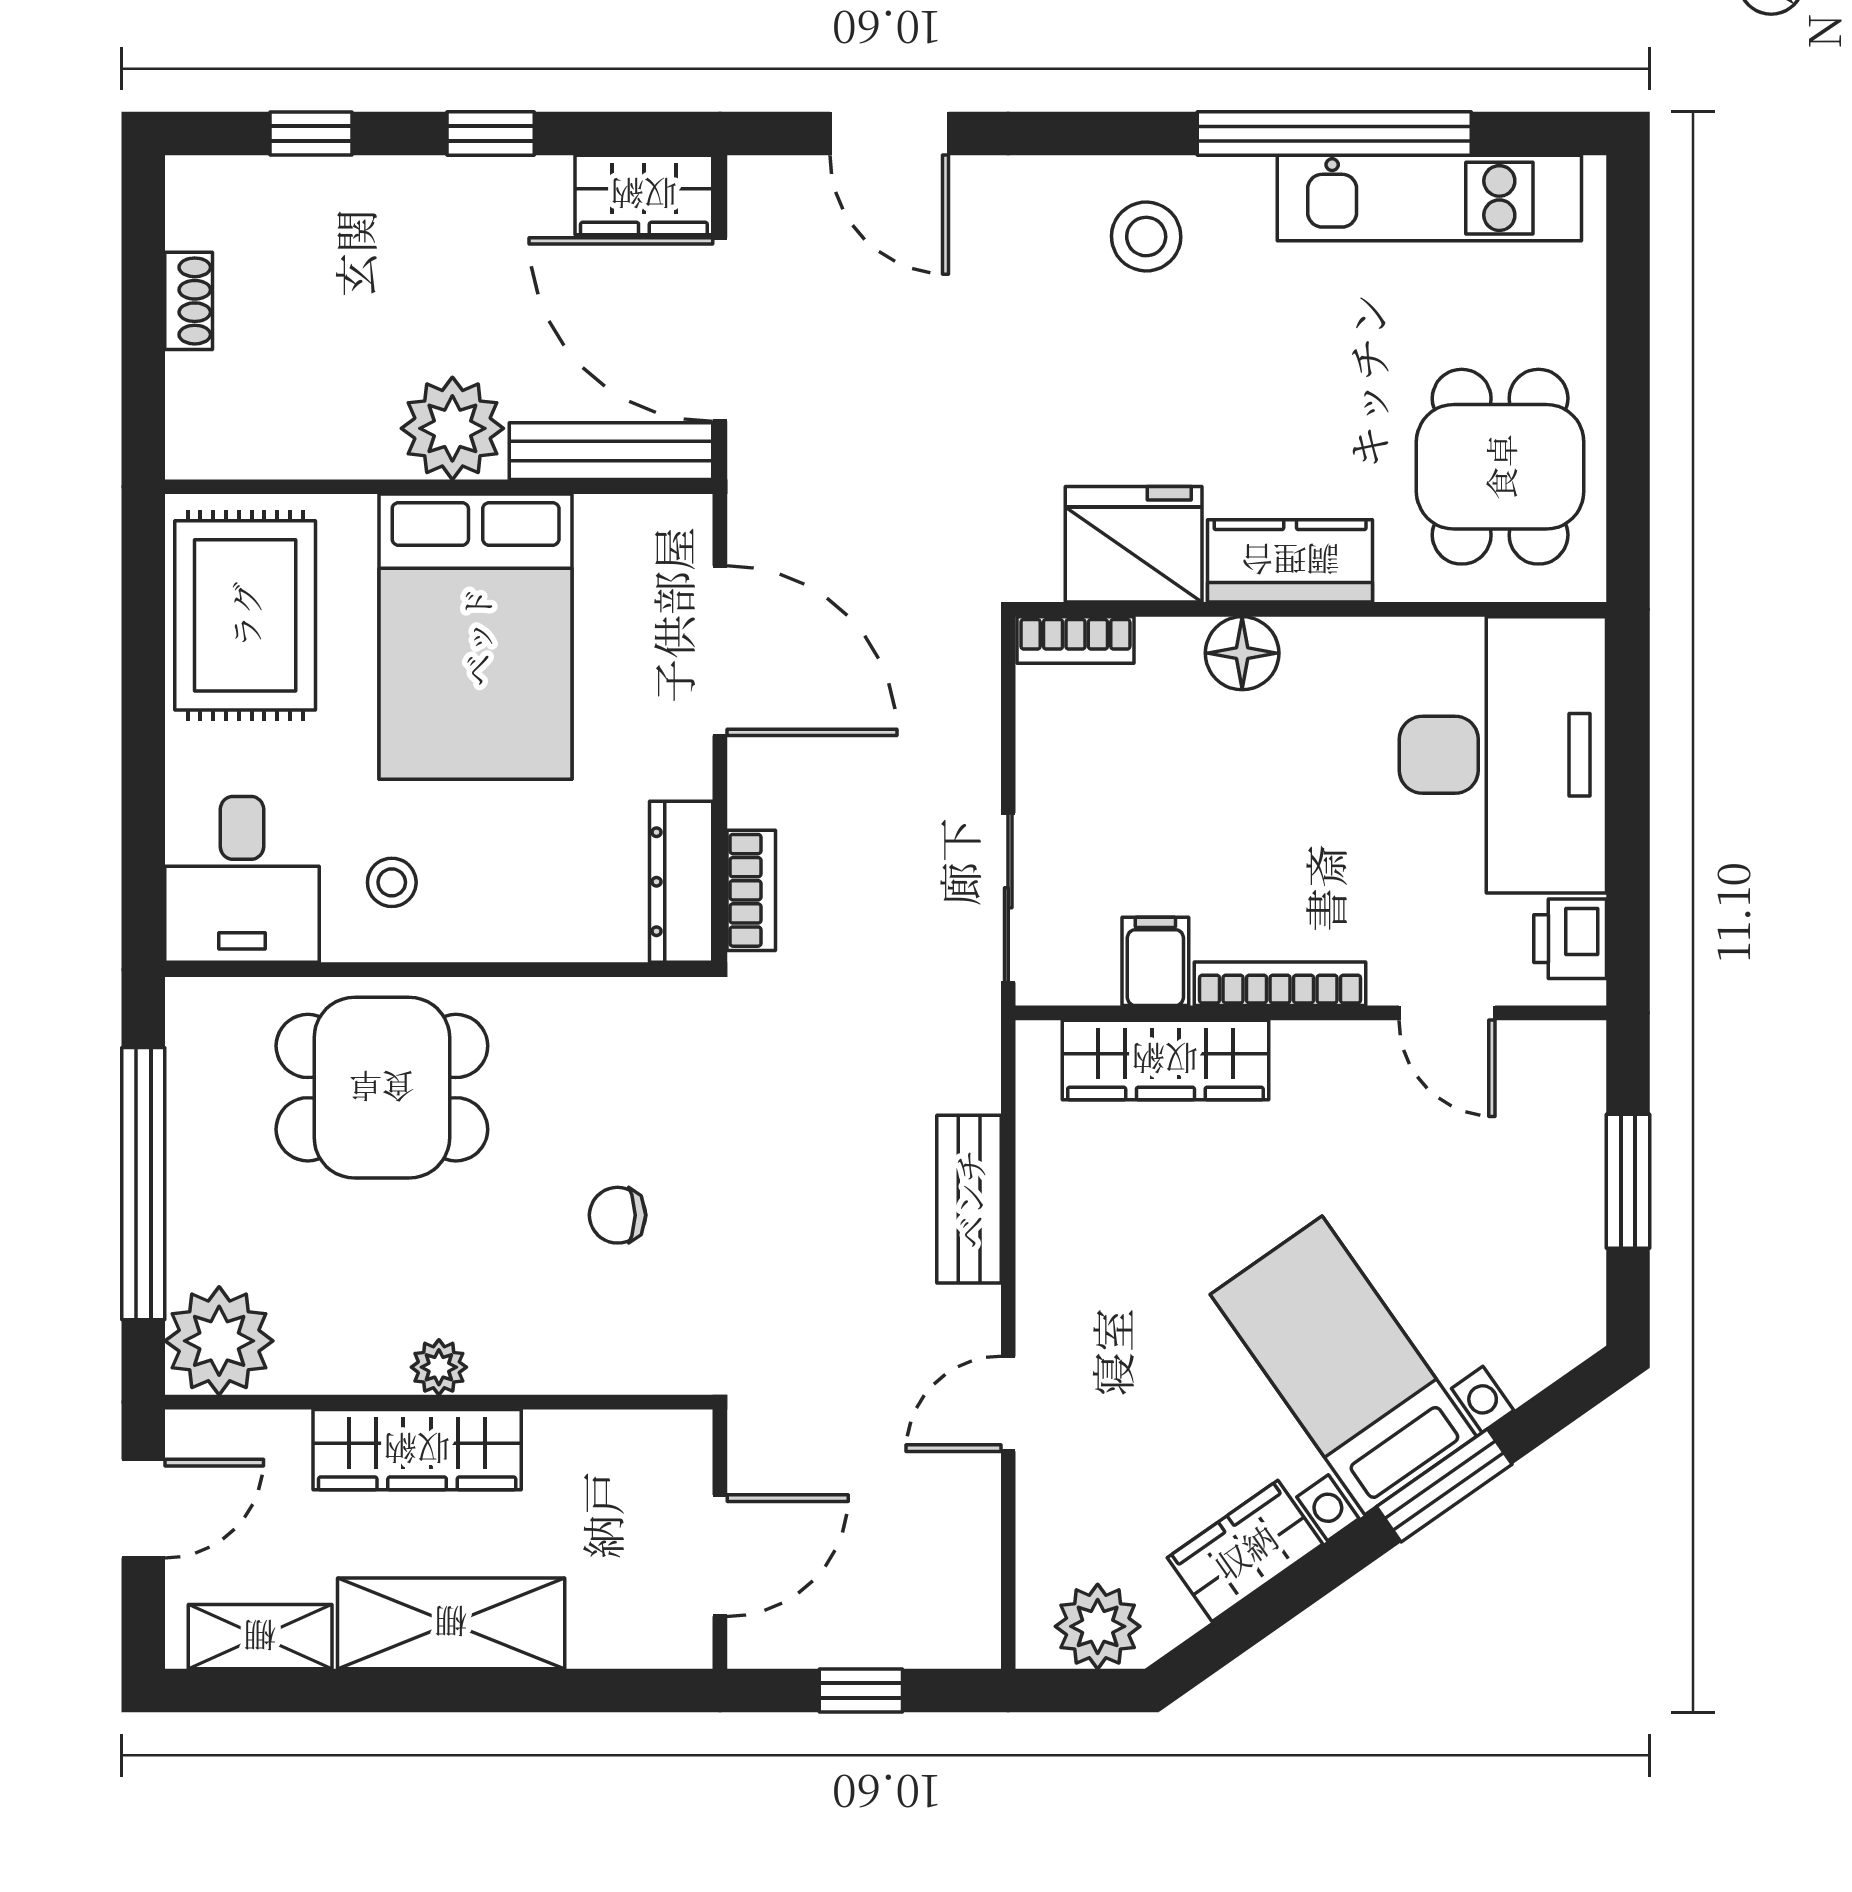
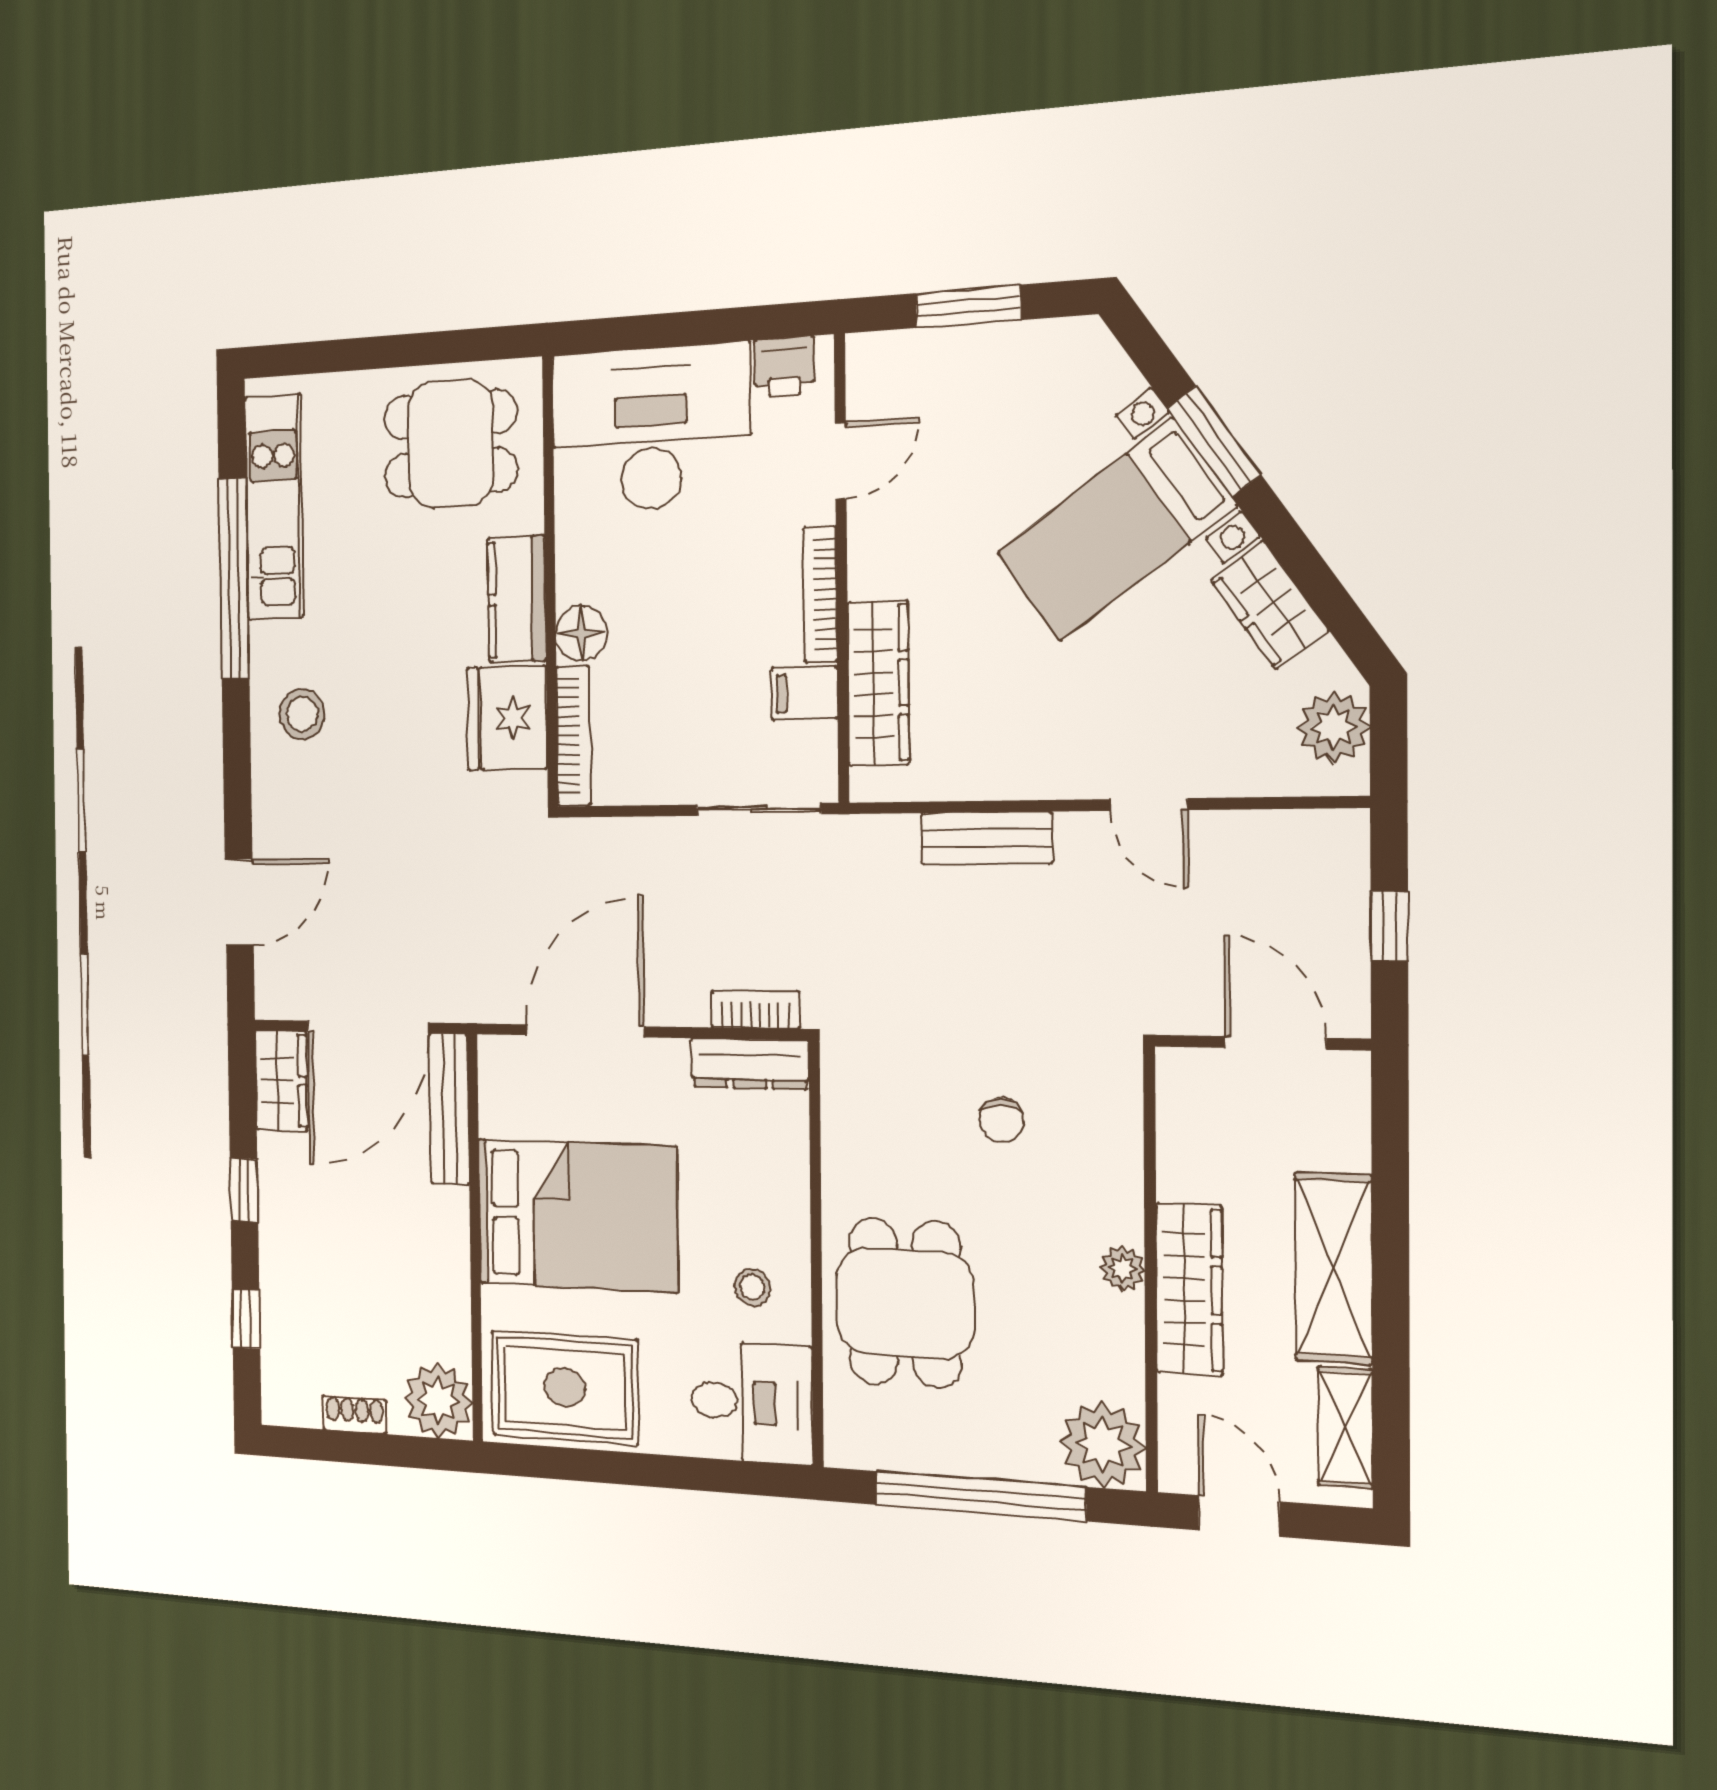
plant: (452, 428) -> (438, 1400), moved
bookcase: (1075, 640) -> (573, 736), width x1.56

